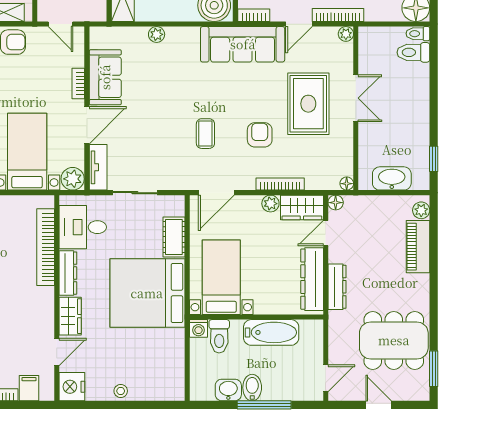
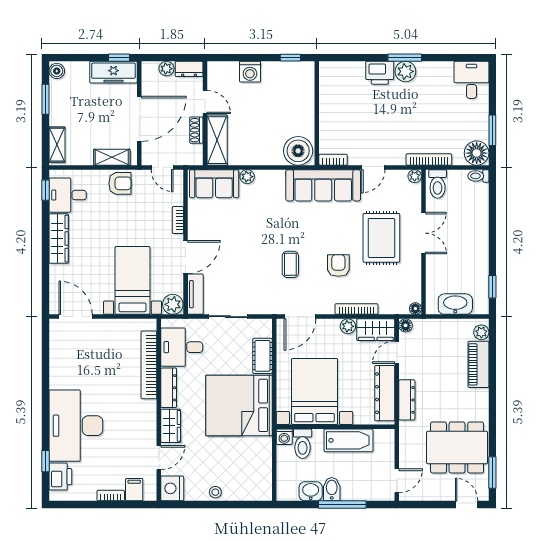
bookcase: (338, 15) -> (429, 159), moved
toilet: (413, 52) -> (438, 184), moved, turned -90
sofa: (105, 77) -> (214, 184), moved, turned 90
bed with nightstands: (221, 277) -> (314, 391), width x1.36
door: (379, 405) -> (467, 505), moved

